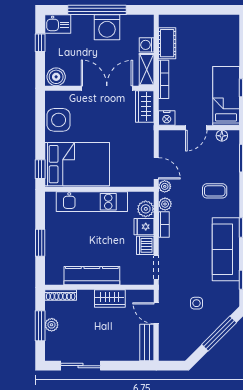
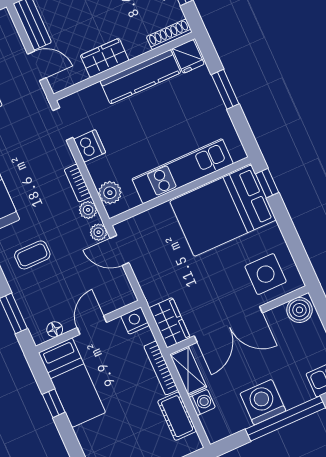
side table: (59, 120) -> (266, 274), moved
fridge: (144, 227) -> (188, 56), moved, turned 90

